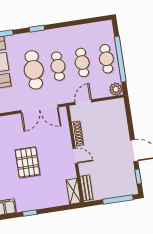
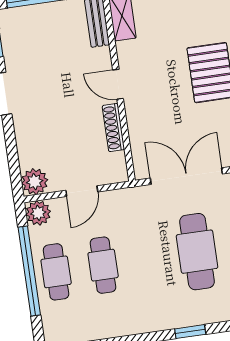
cafe table: (58, 66) -> (150, 258), removed
door: (83, 102) -> (82, 191), moved
plant: (118, 105) -> (35, 182), added

